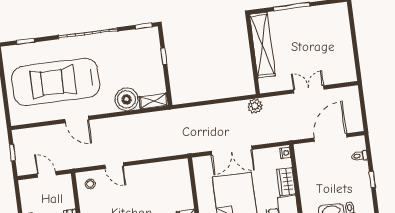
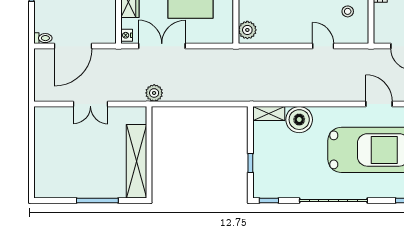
door: (77, 120) -> (379, 104), moved
double door: (231, 150) -> (162, 46), moved
toilet: (359, 156) -> (43, 38), moved
plant: (181, 171) -> (247, 30), added
stool: (90, 184) -> (348, 11), moved

